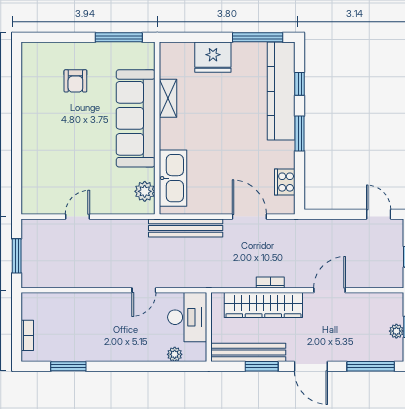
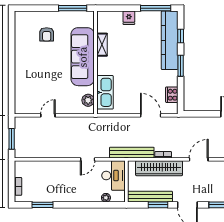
fridge: (213, 57) -> (129, 18), width x0.53, depth x0.75
bench: (186, 228) -> (132, 153), moved

